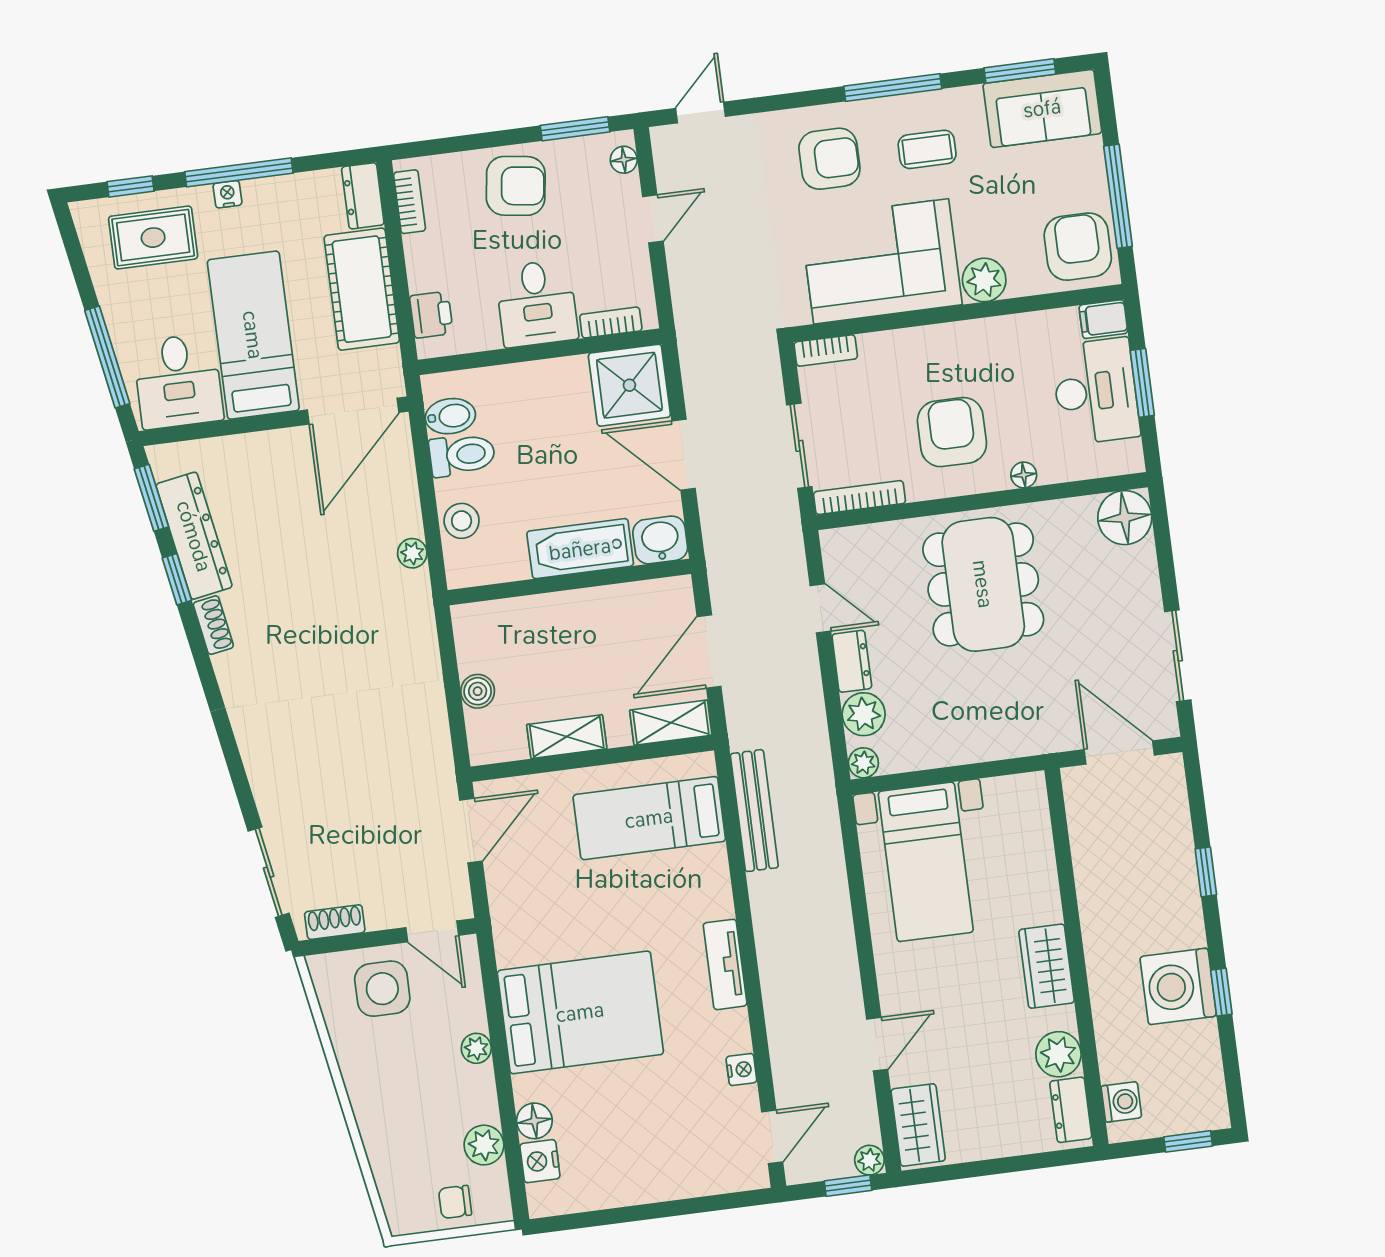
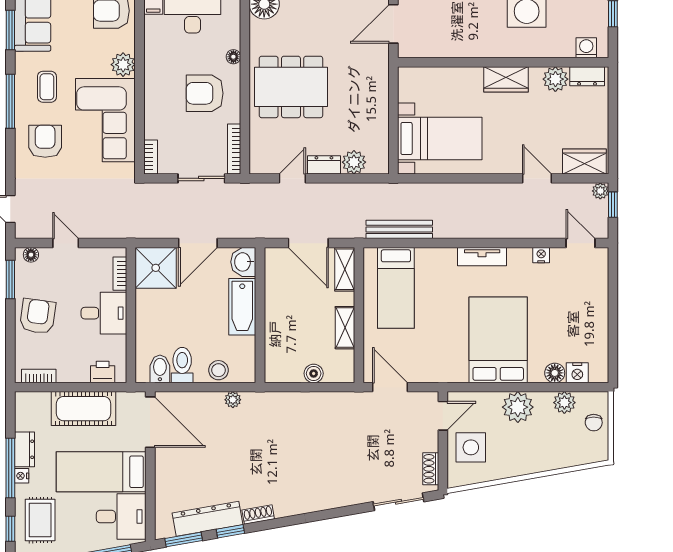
dresser: (363, 196) -> (24, 449), moved, turned -90
plant: (863, 763) -> (381, 166), removed
plant: (476, 1048) -> (518, 407), width x1.88, depth x1.88

